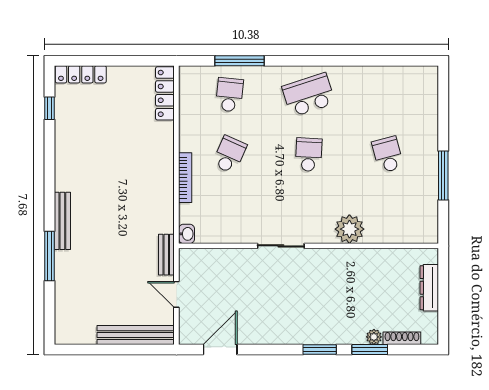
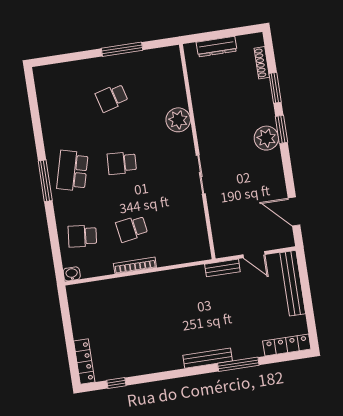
window: (239, 61) -> (45, 181), moved
locker: (165, 93) -> (287, 345), moved, turned 180
school desk: (309, 95) -> (72, 171), turned 33
school desk: (229, 155) -> (132, 229), turned -33
bookcase: (185, 178) -> (135, 265), moved
washbasin: (187, 234) -> (72, 274), moved
door: (176, 294) -> (254, 255), hinge flipped
plant: (374, 337) -> (266, 138), moved, width x1.88, depth x1.88

